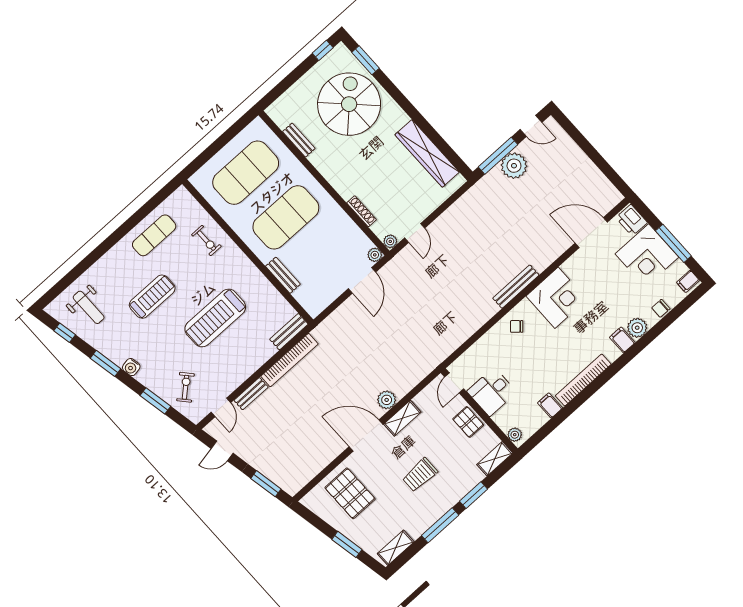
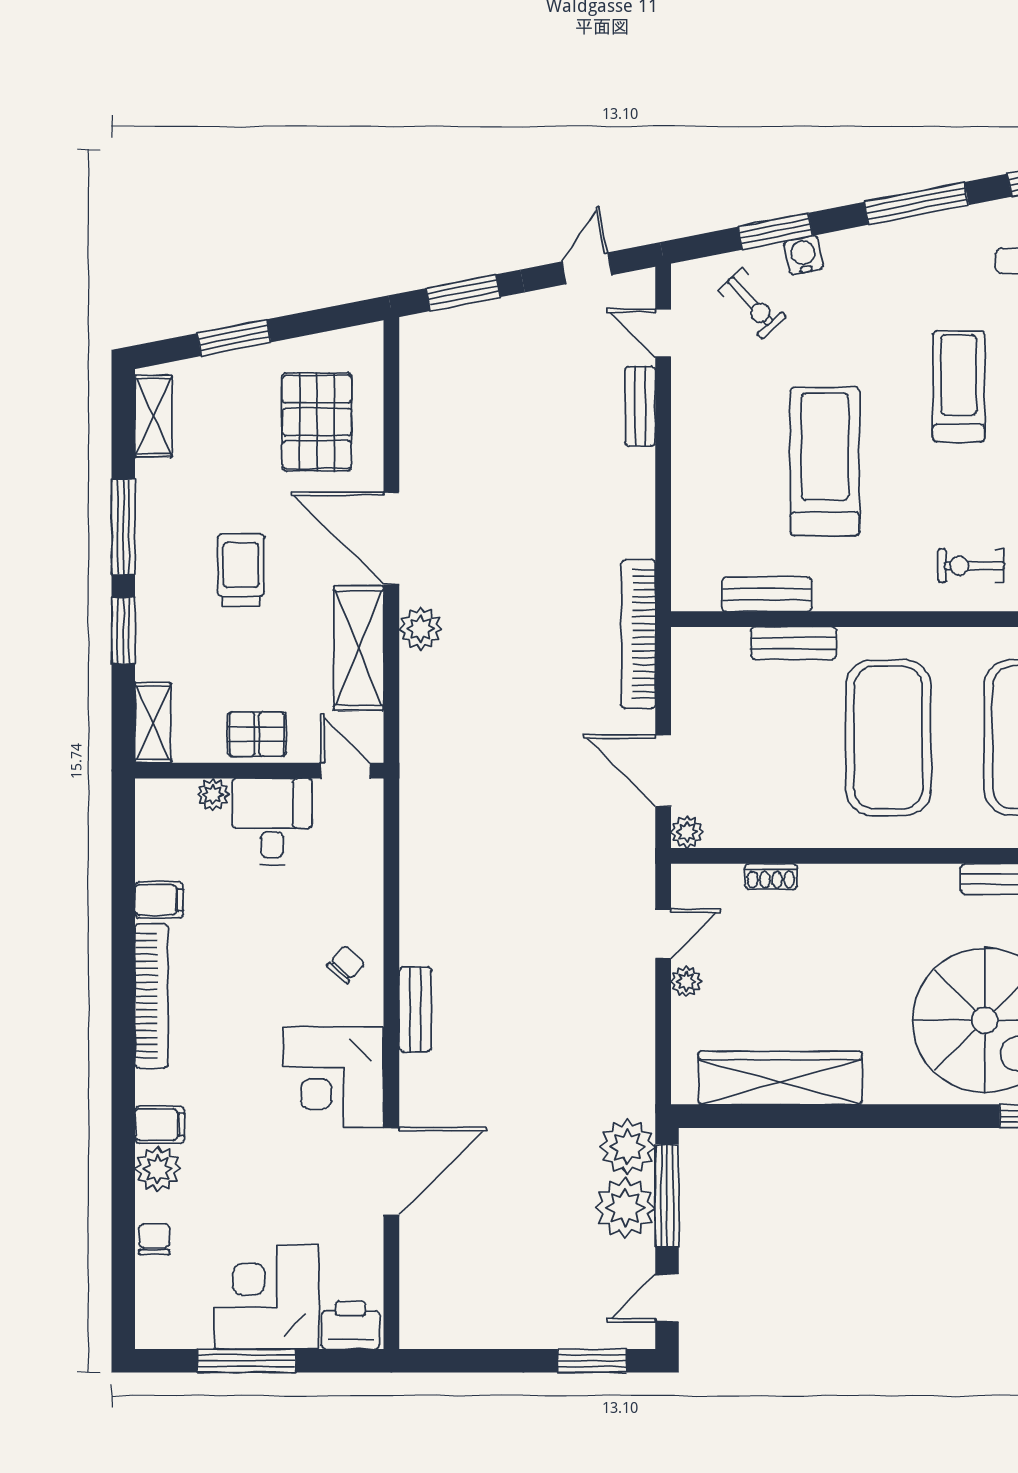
window: (573, 132) -> (592, 1361), added
plant: (494, 183) -> (627, 1147), added
shoe rack: (362, 211) -> (771, 877), width x0.70
door: (415, 233) -> (663, 934), swing flipped
door: (591, 233) -> (391, 1171), moved
plant: (390, 241) -> (686, 981), moved
filing cabinet: (688, 281) -> (159, 1327), removed
bench: (516, 287) -> (415, 1009), width x0.73
treadmill: (152, 297) -> (959, 386), turned 180
bench: (289, 332) -> (767, 594), moved, turned 90
bookcase: (289, 360) -> (638, 634), moved
window: (105, 363) -> (916, 203), width x1.44
water cooler: (131, 367) -> (803, 255), moved
shelving: (402, 418) -> (359, 648), width x1.50, depth x1.33
plant: (515, 435) -> (213, 794), moved
door: (366, 436) -> (391, 538), swing flipped
pallet: (350, 493) -> (317, 422), turned 90

